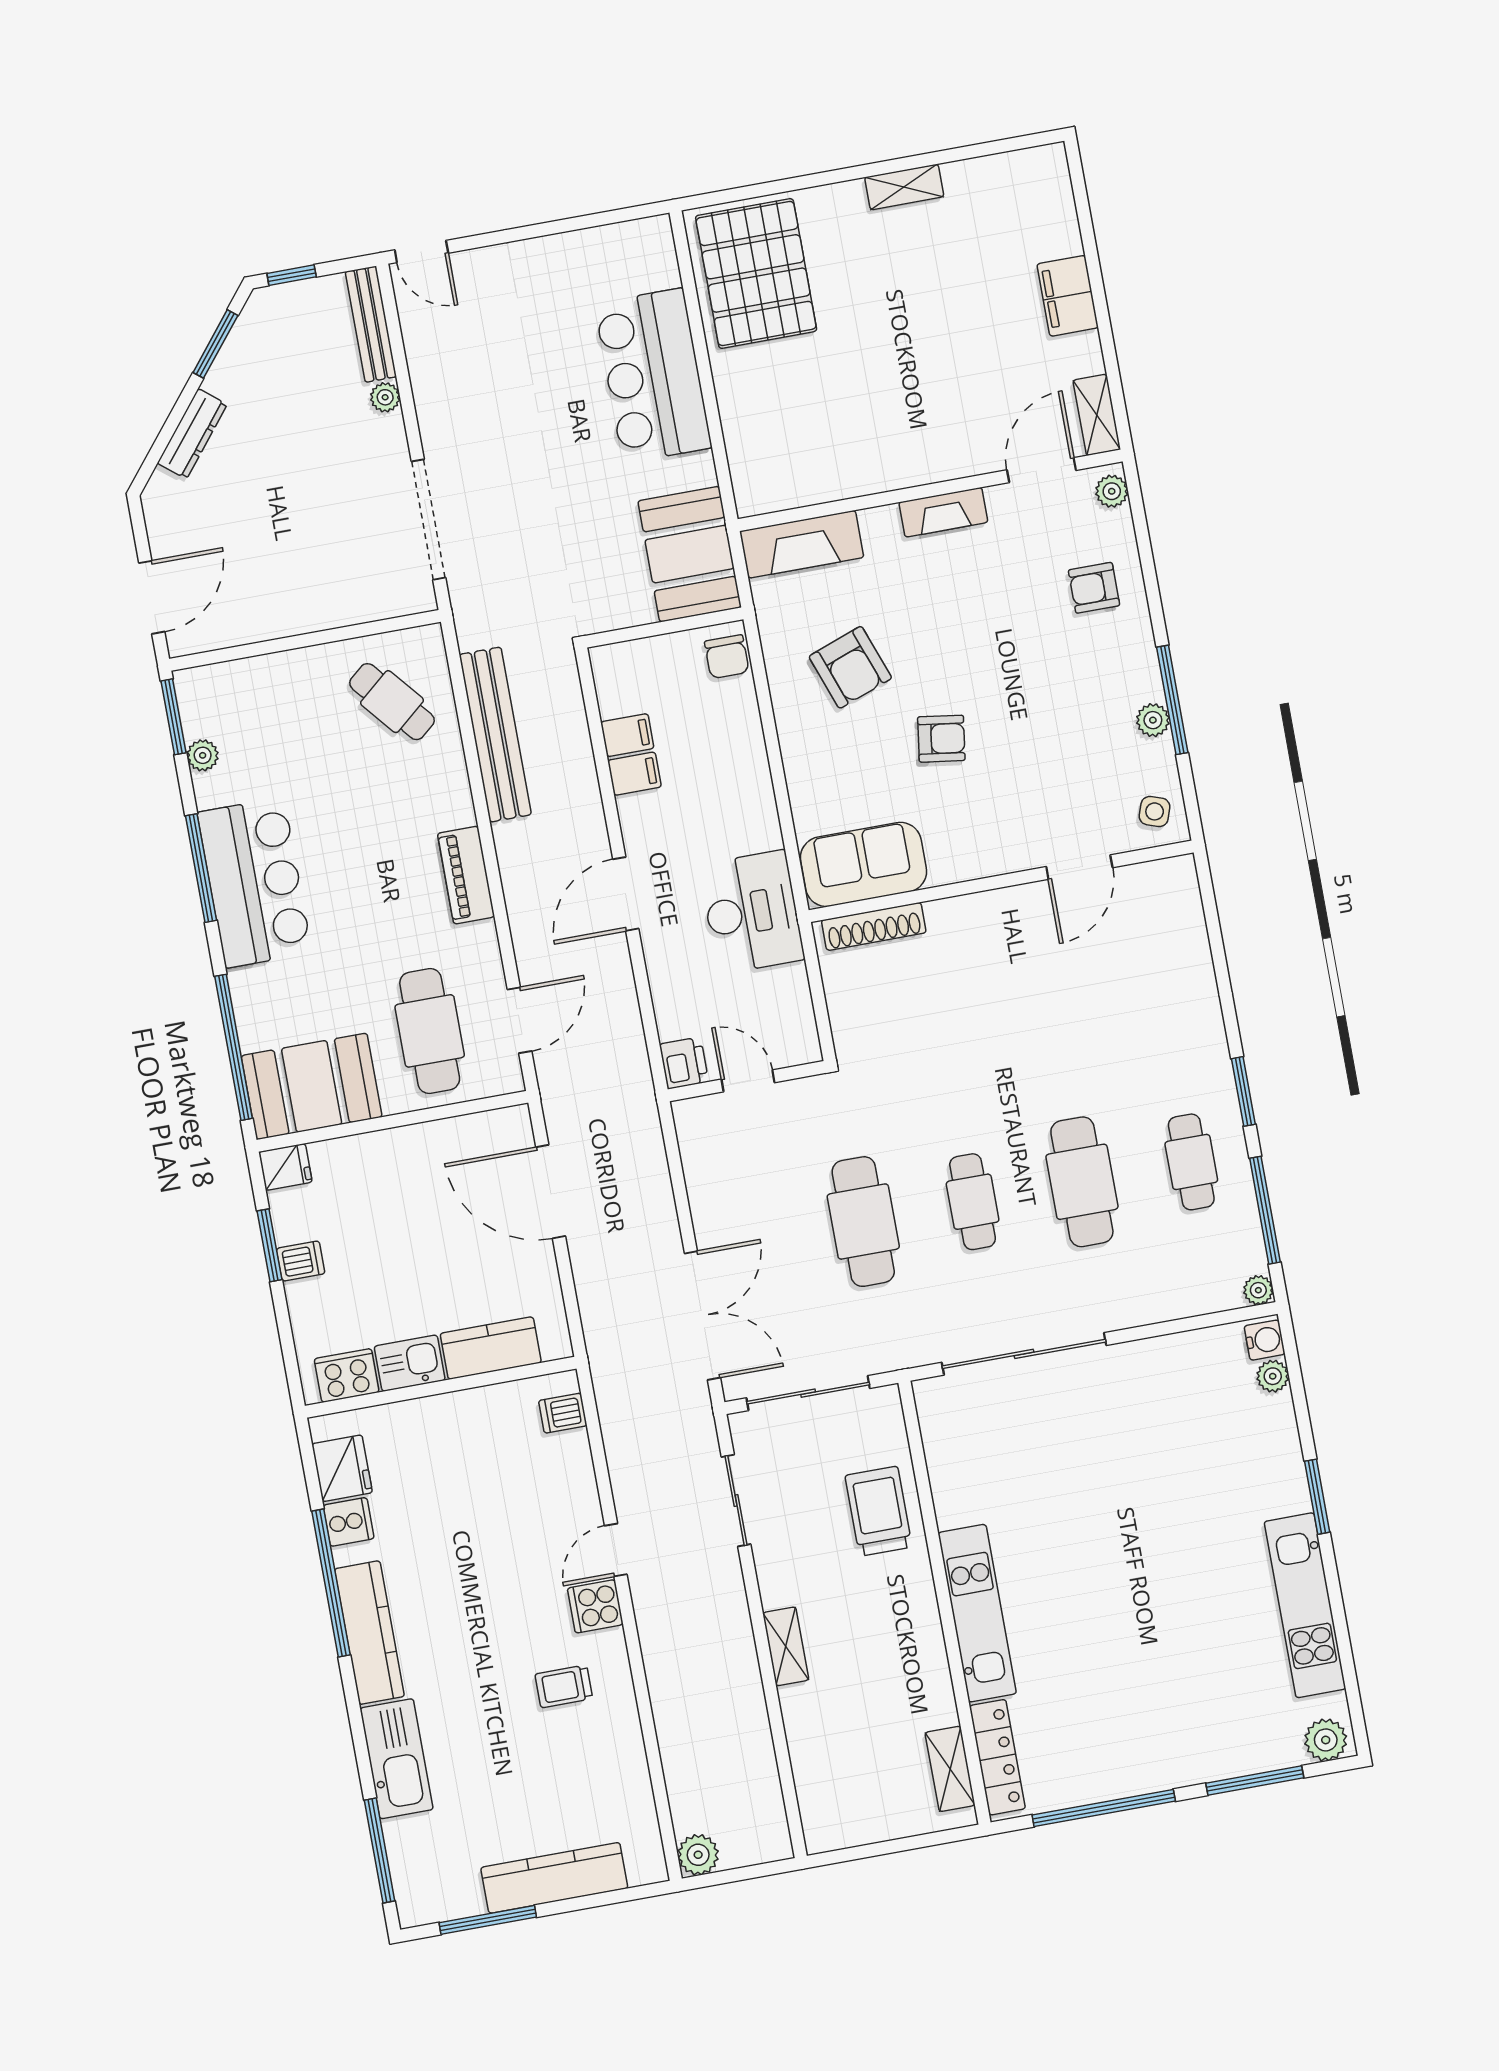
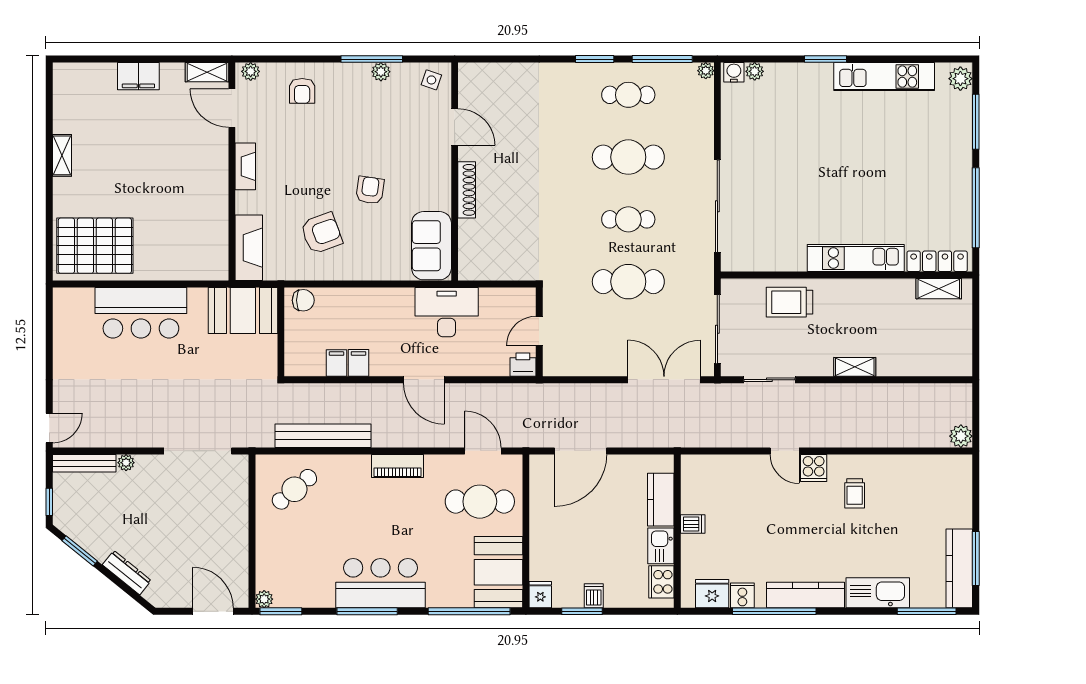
plant: (203, 755) -> (264, 599), moved
shoe rack: (874, 926) -> (467, 190), moved
dishwasher: (563, 1413) -> (693, 524), moved, turned -90
kitchen counter: (554, 1878) -> (959, 568), moved

